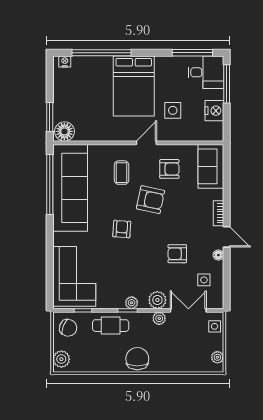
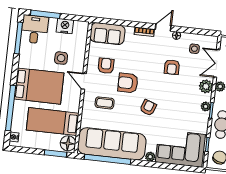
bed: (90, 109) -> (53, 122), added
armchair: (151, 200) -> (128, 83), turned -102
armchair: (122, 229) -> (148, 108), turned 106
plant: (59, 239) -> (150, 157), added

